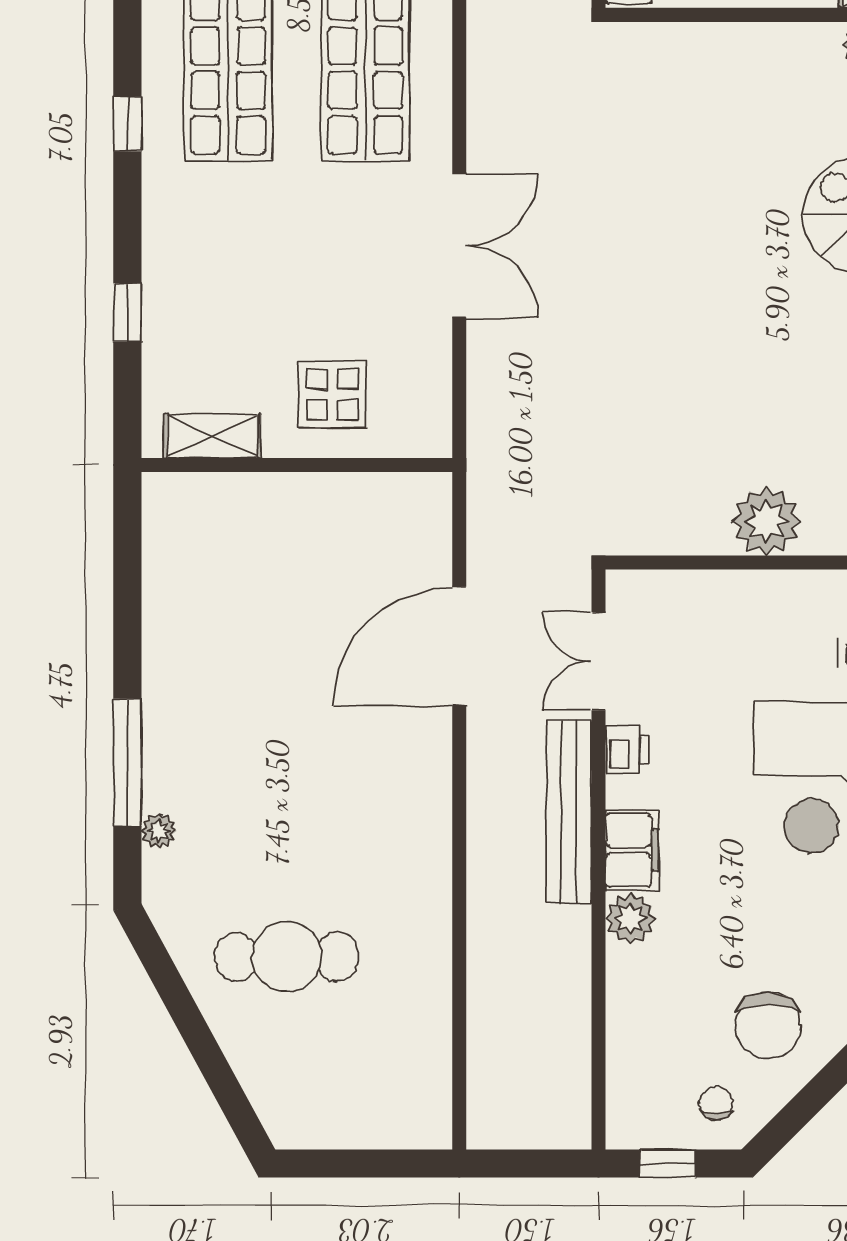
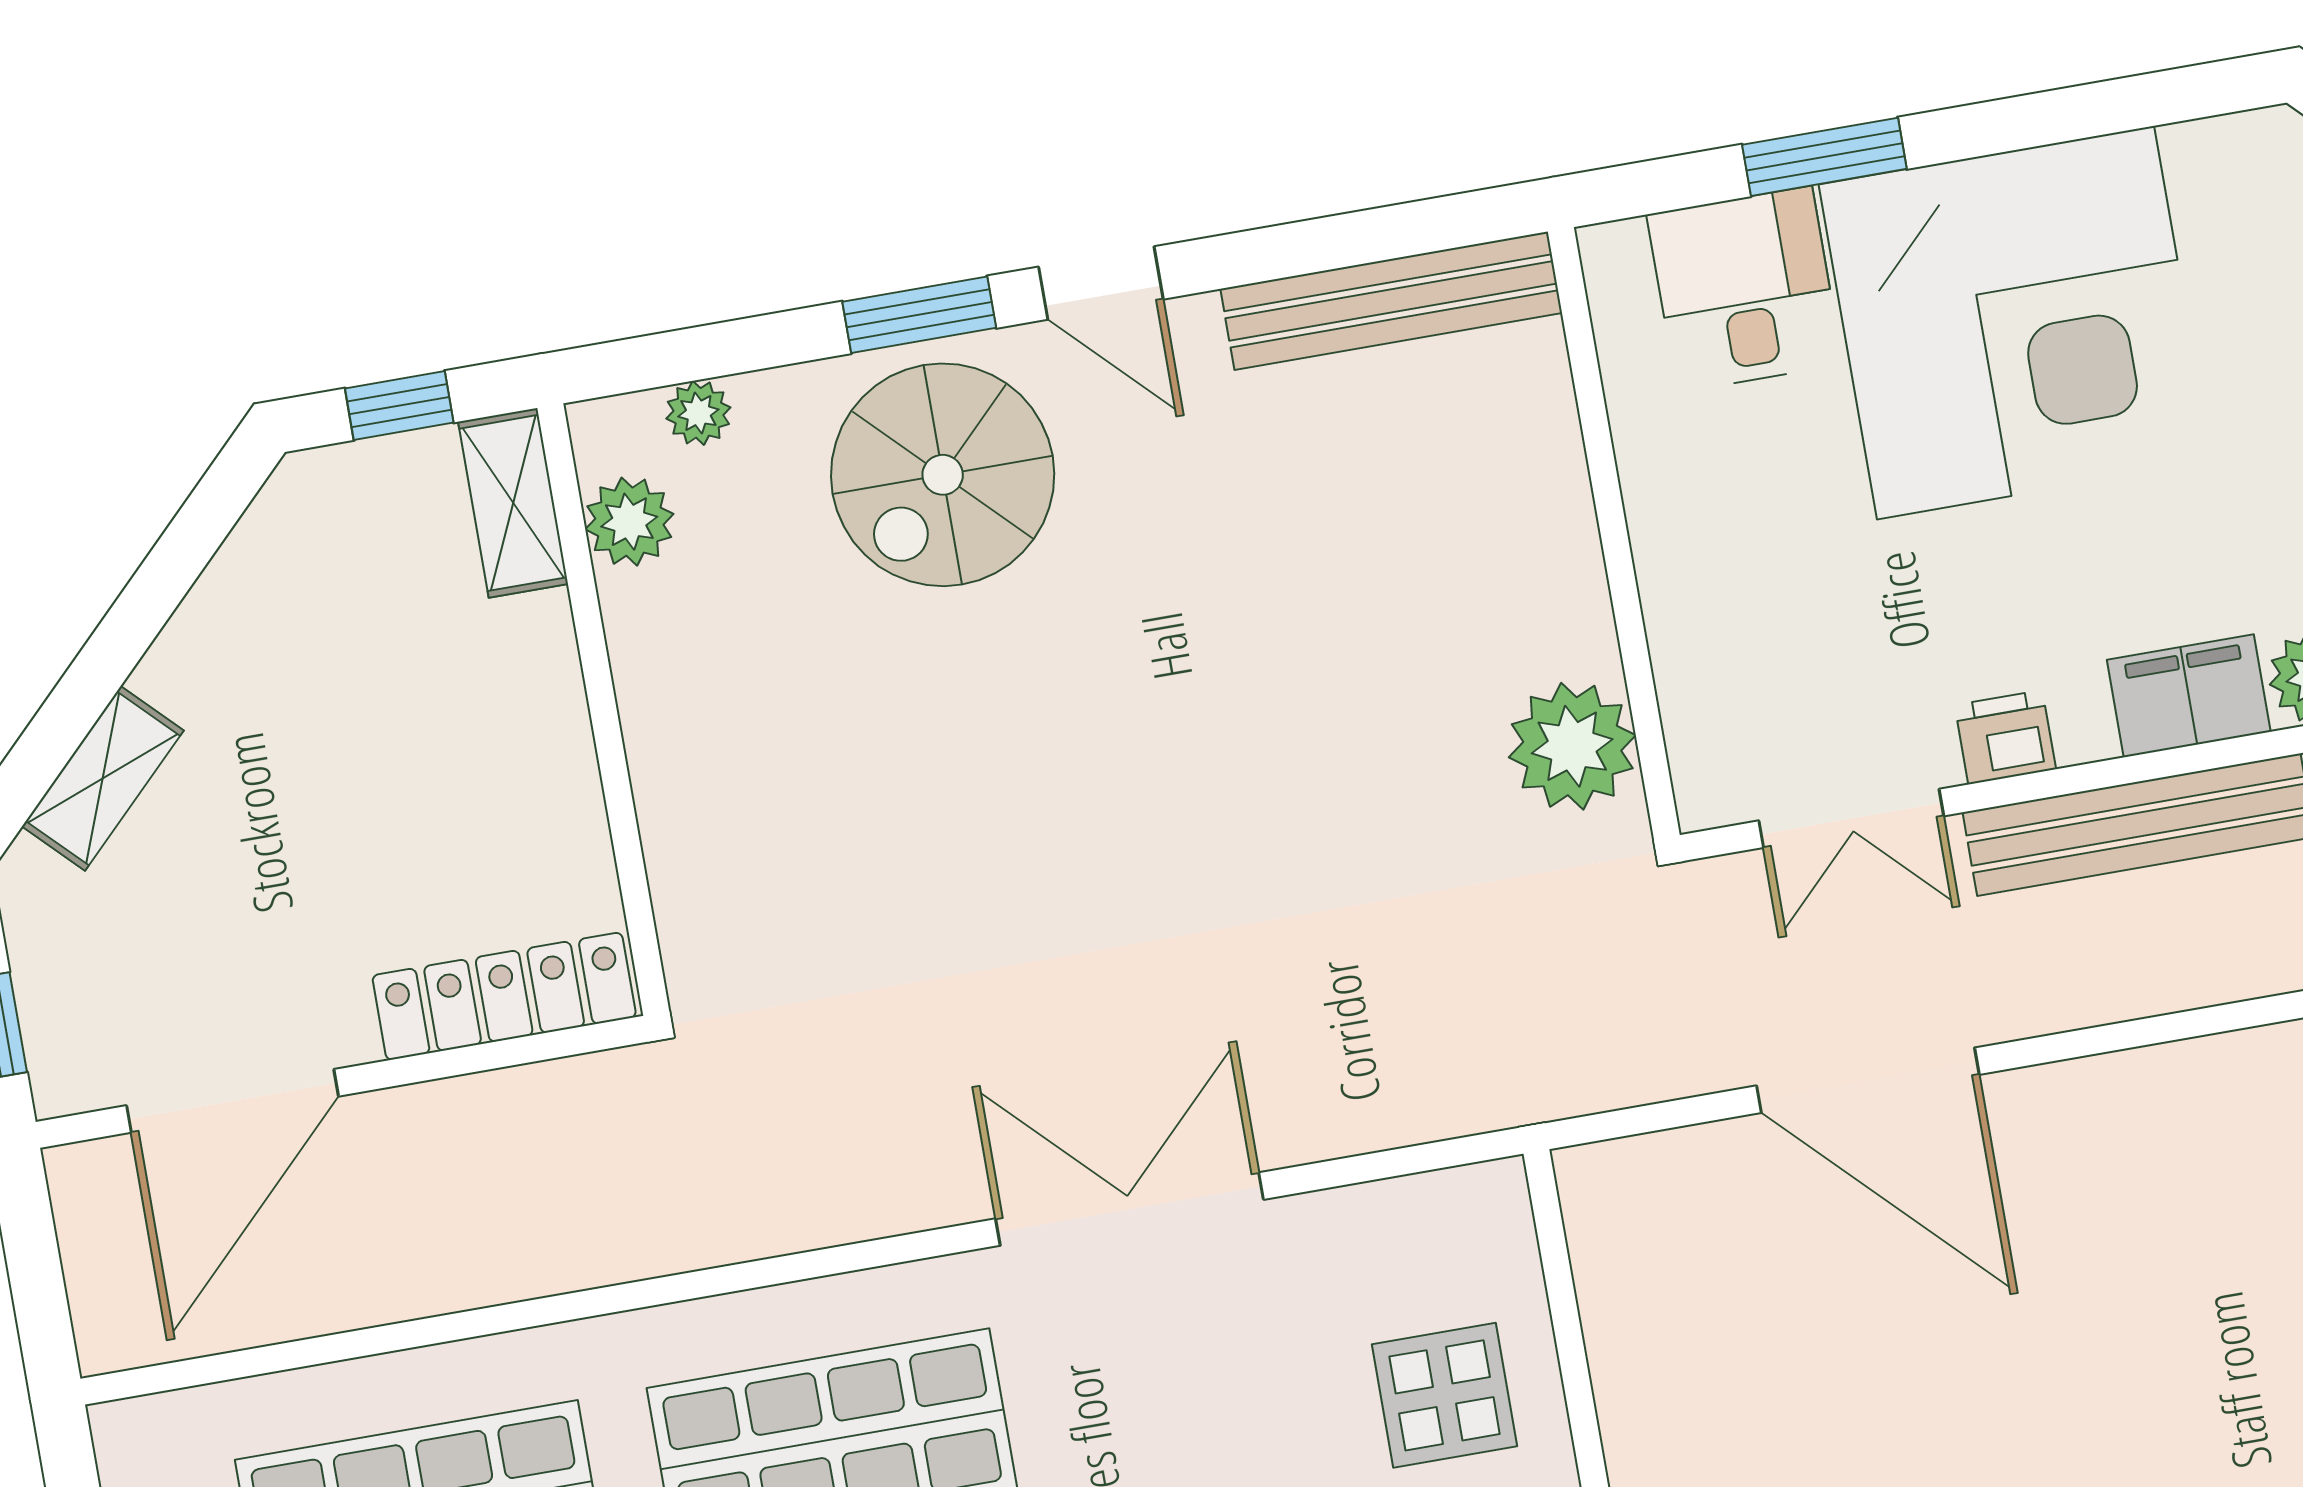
plant: (766, 521) -> (1572, 746), moved

